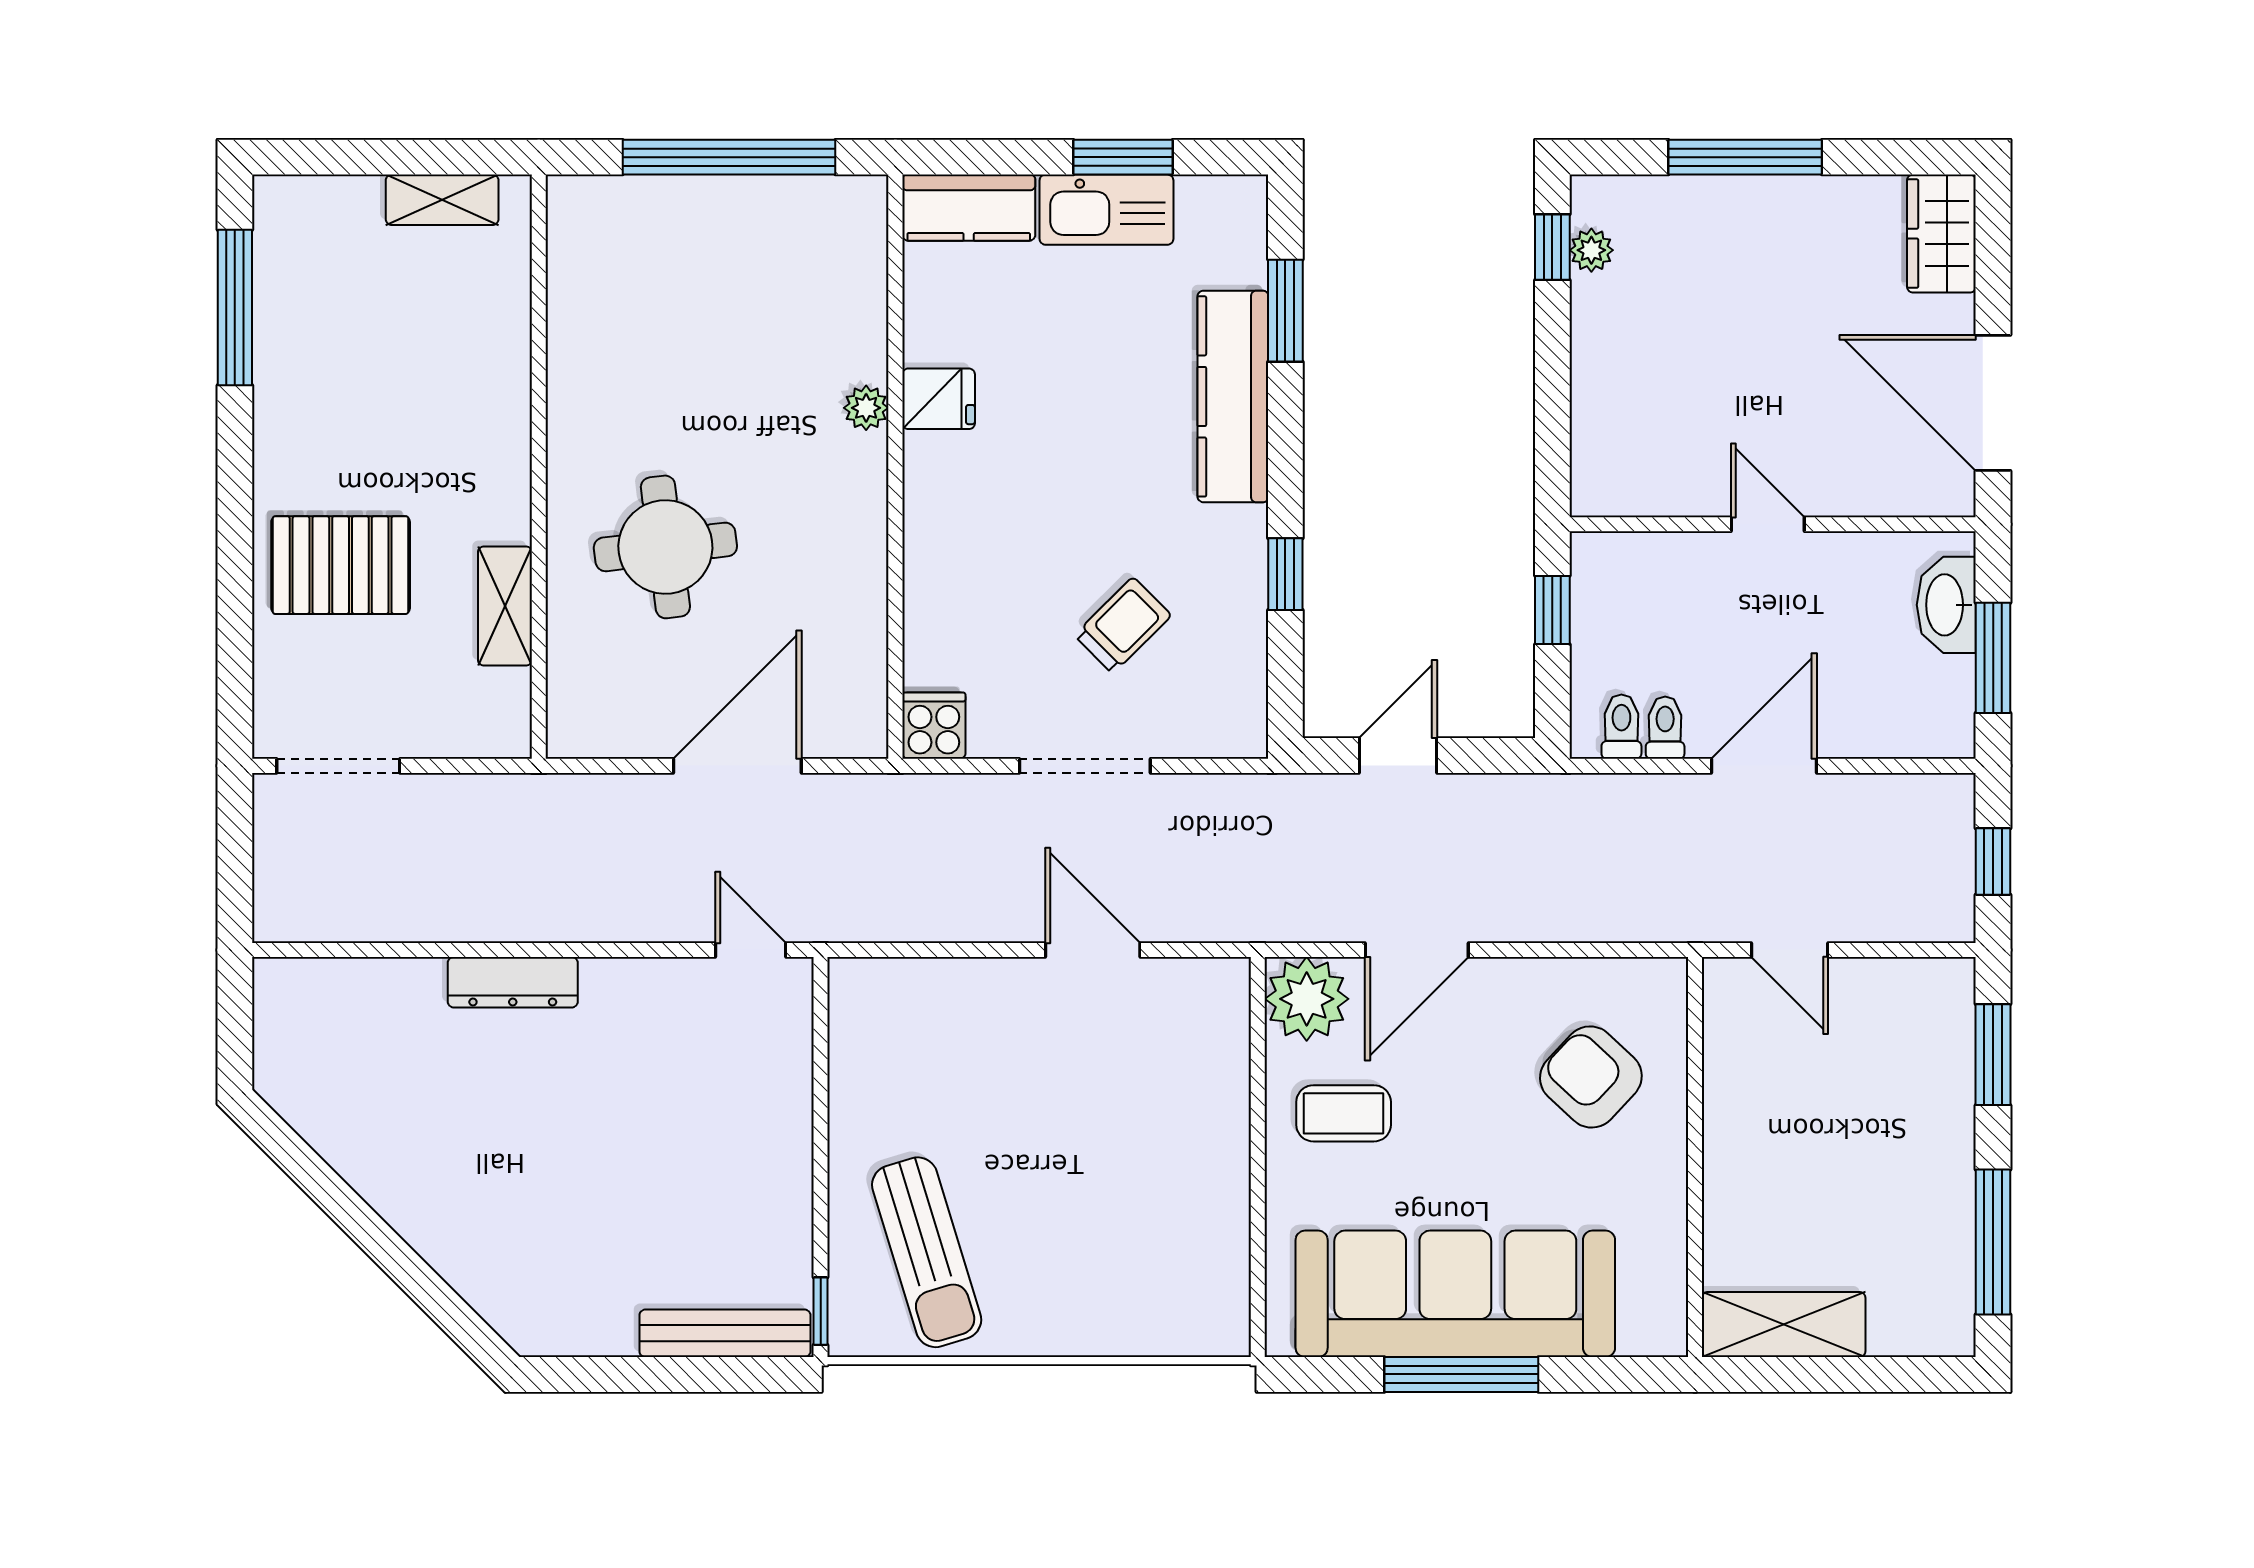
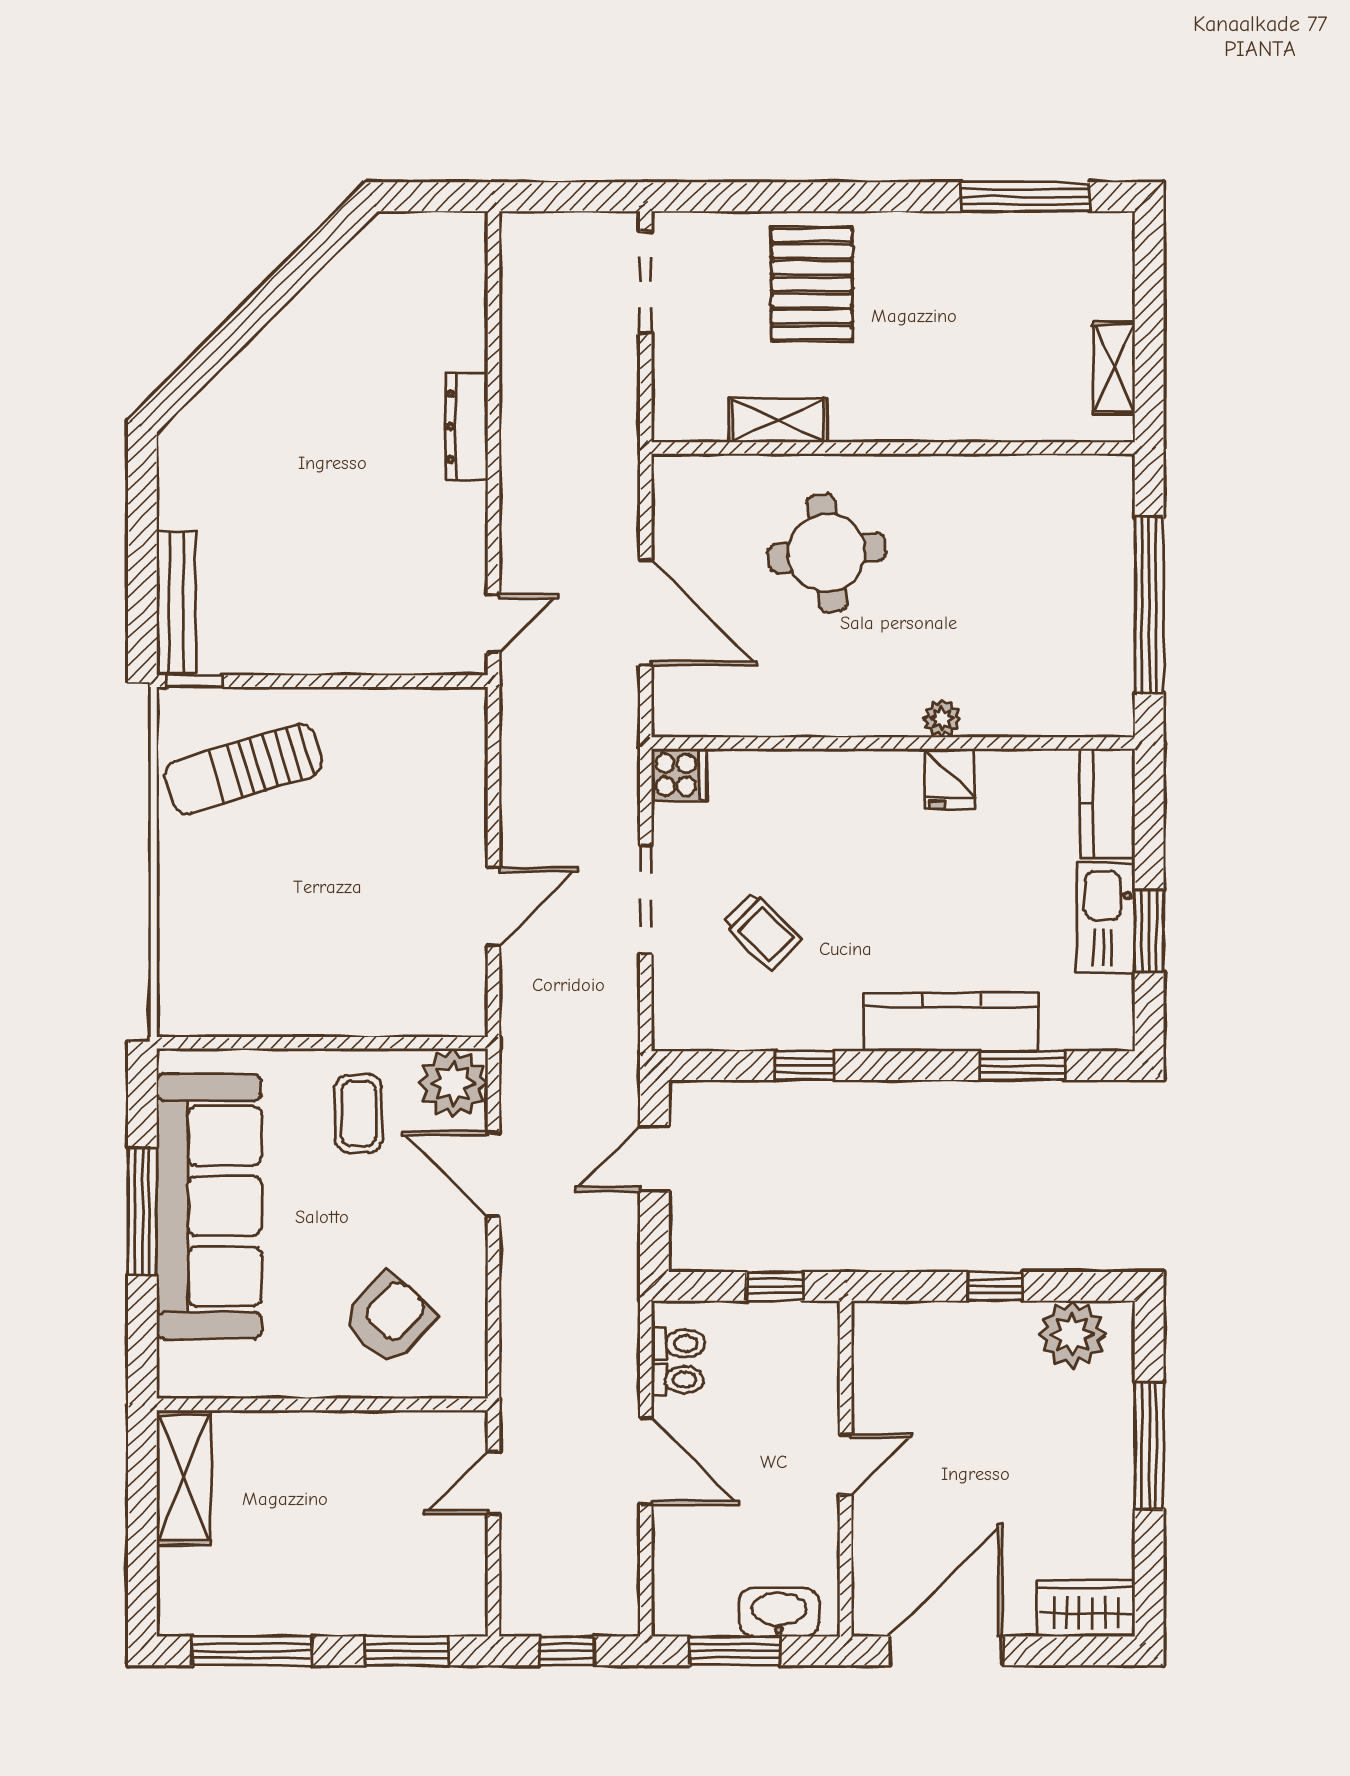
window: (1552, 247) -> (995, 1286), moved
plant: (1591, 250) -> (1072, 1334), width x1.88, depth x1.88
door: (1398, 755) -> (654, 1159), swing flipped

